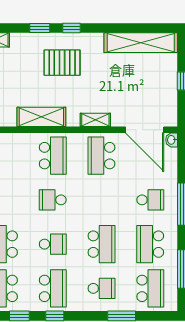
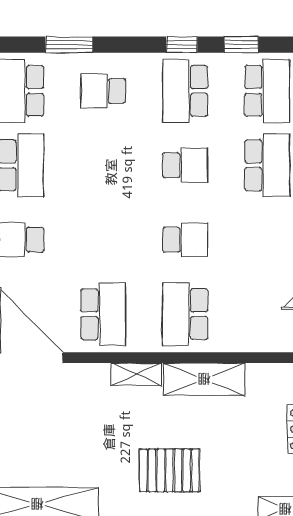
shelving: (95, 120) -> (136, 374), moved
school desk: (53, 244) -> (185, 165), turned 180
school desk: (101, 244) -> (103, 165), removed

